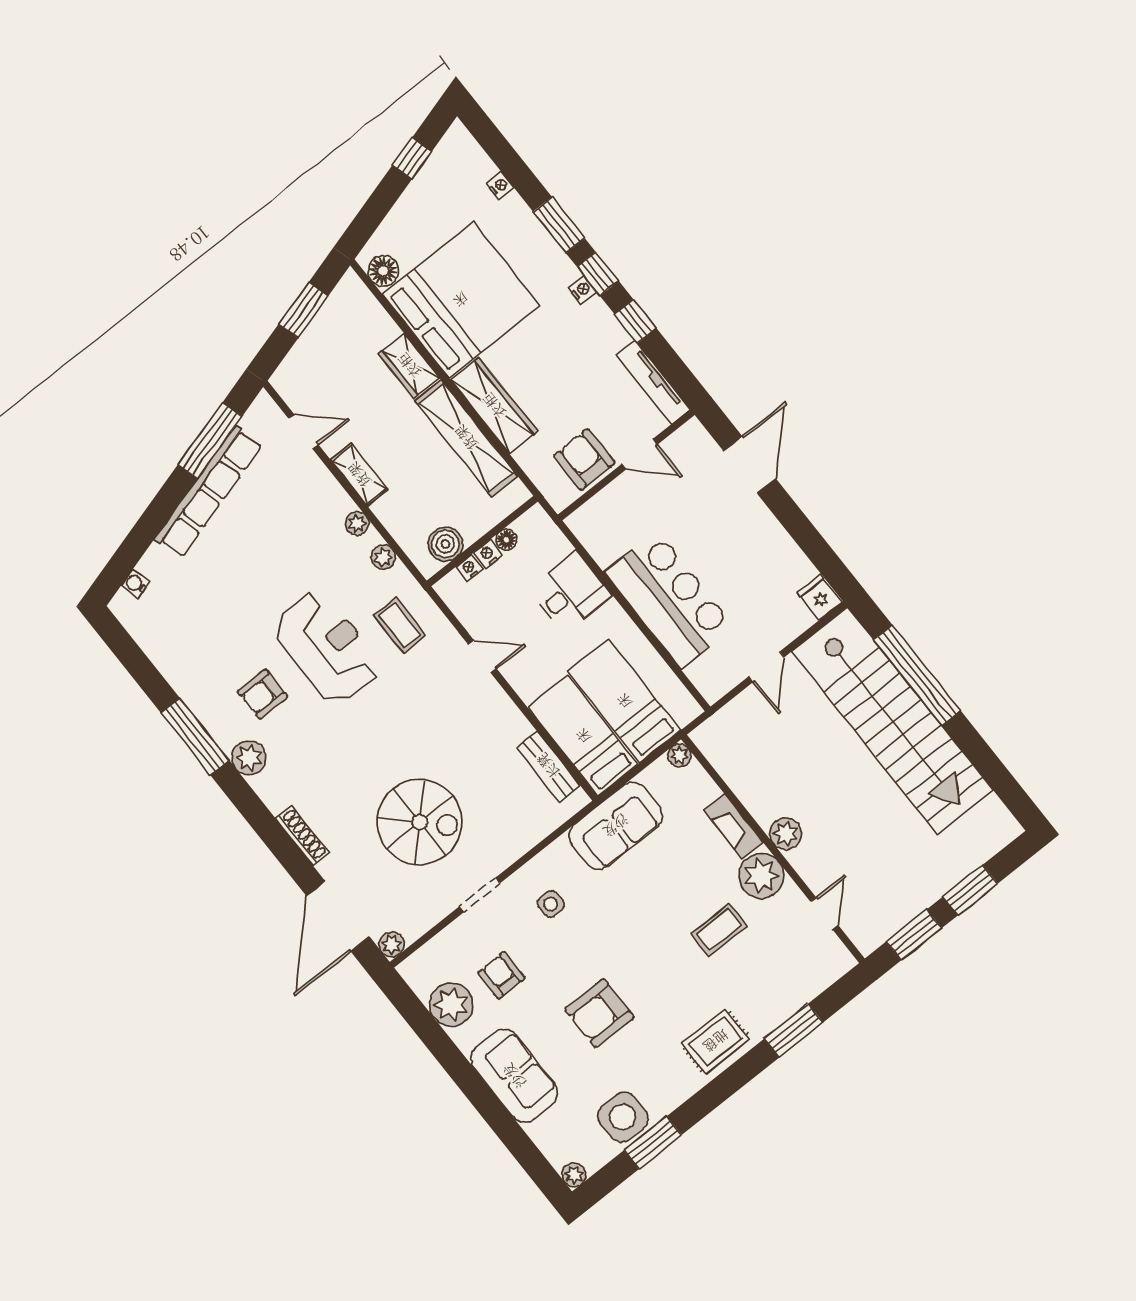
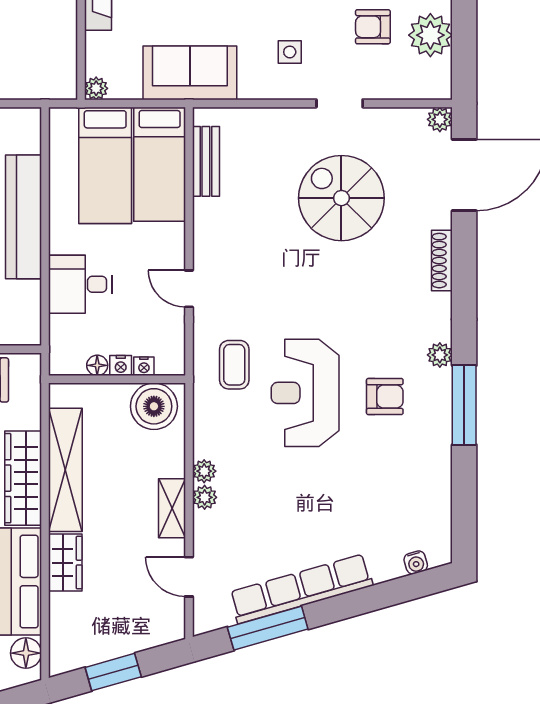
boiler: (445, 544) -> (154, 406), width x1.37, depth x1.37
plant: (383, 557) -> (205, 497), moved
plant: (249, 758) -> (440, 355), width x0.73, depth x0.73
armchair: (501, 975) -> (373, 27), turned 90

